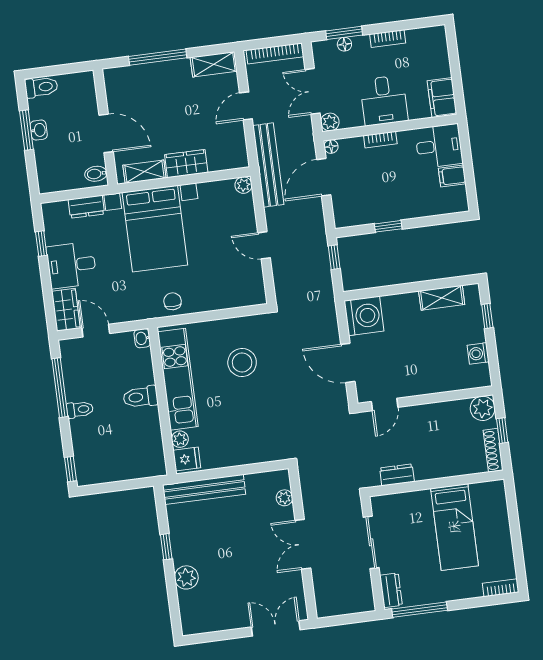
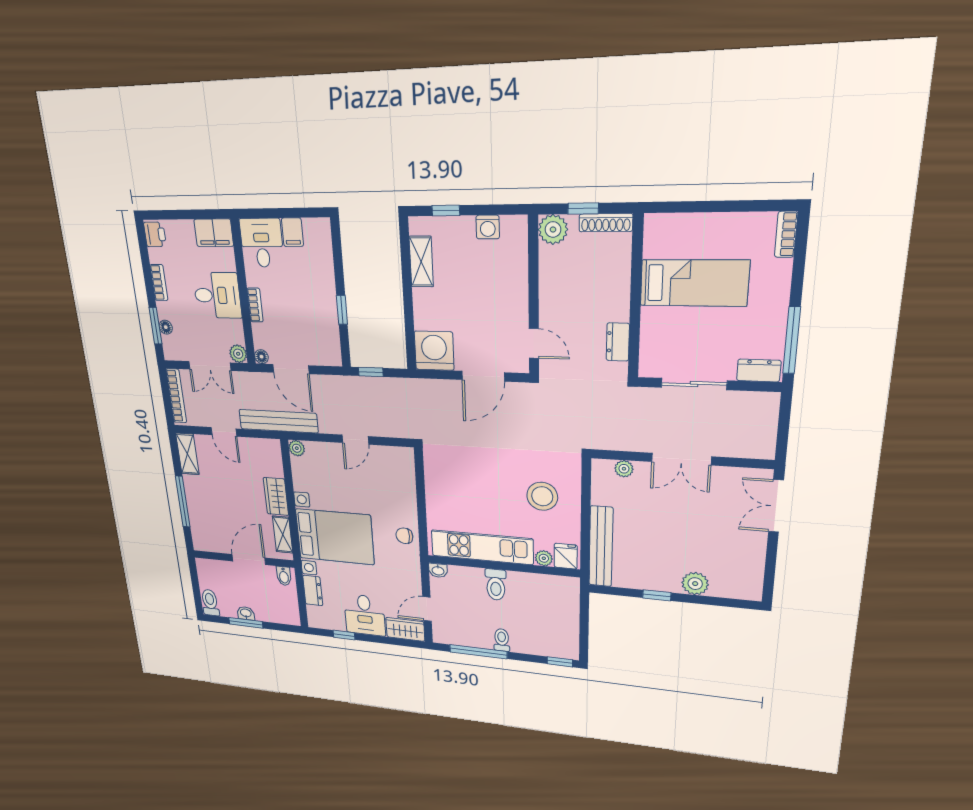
printer: (433, 36) -> (155, 234), added
stool: (242, 363) -> (542, 496), moved

